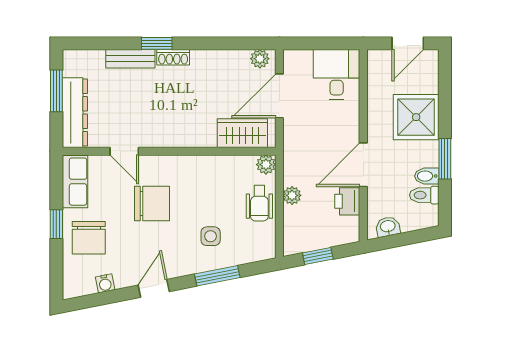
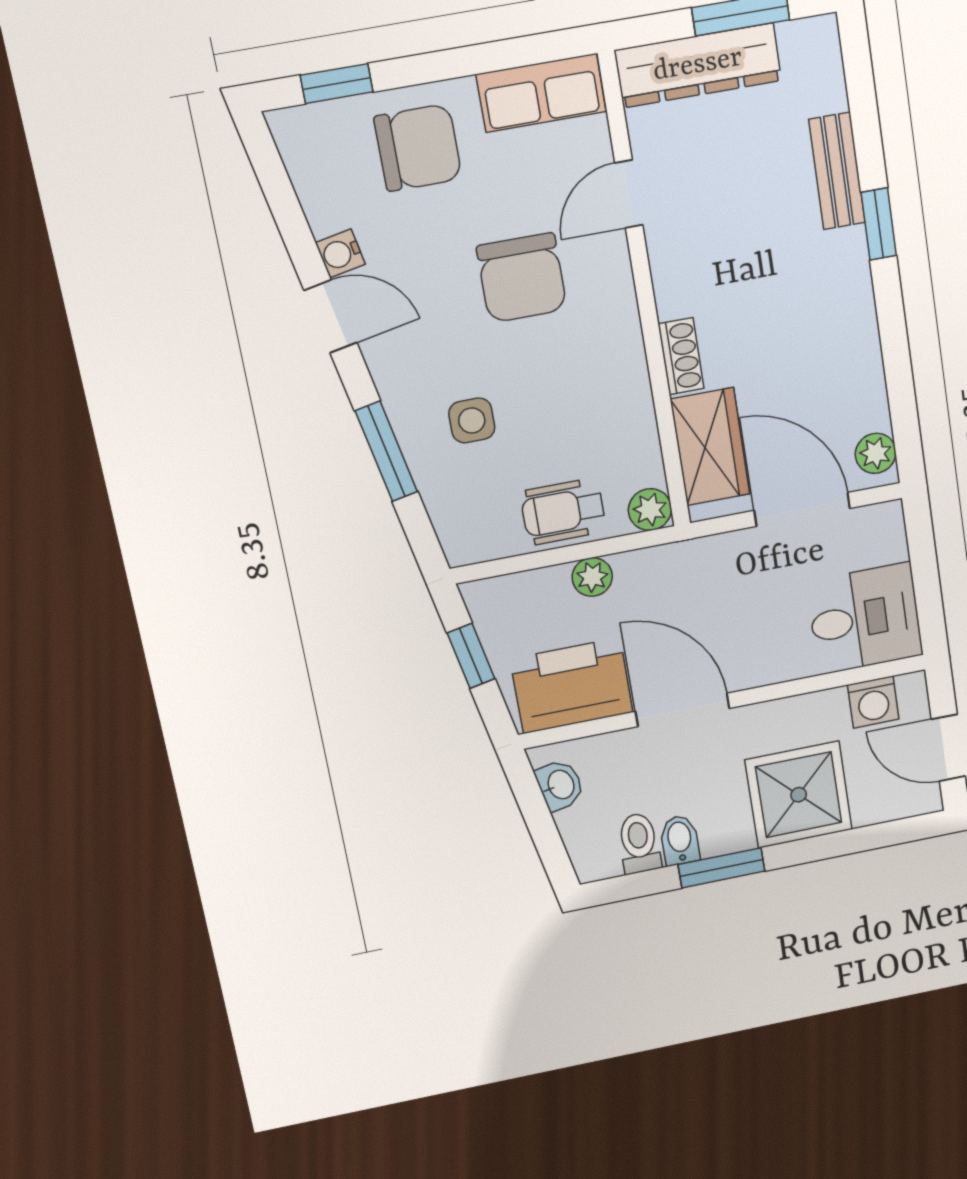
shoe rack: (173, 57) -> (681, 356), moved, turned 180
washing machine: (378, 76) -> (873, 702), added
printer: (347, 201) -> (572, 686), width x1.87, depth x1.48
window: (56, 224) -> (337, 84), moved
chair: (89, 238) -> (418, 148), turned 180
water cooler: (105, 283) -> (340, 253), moved

